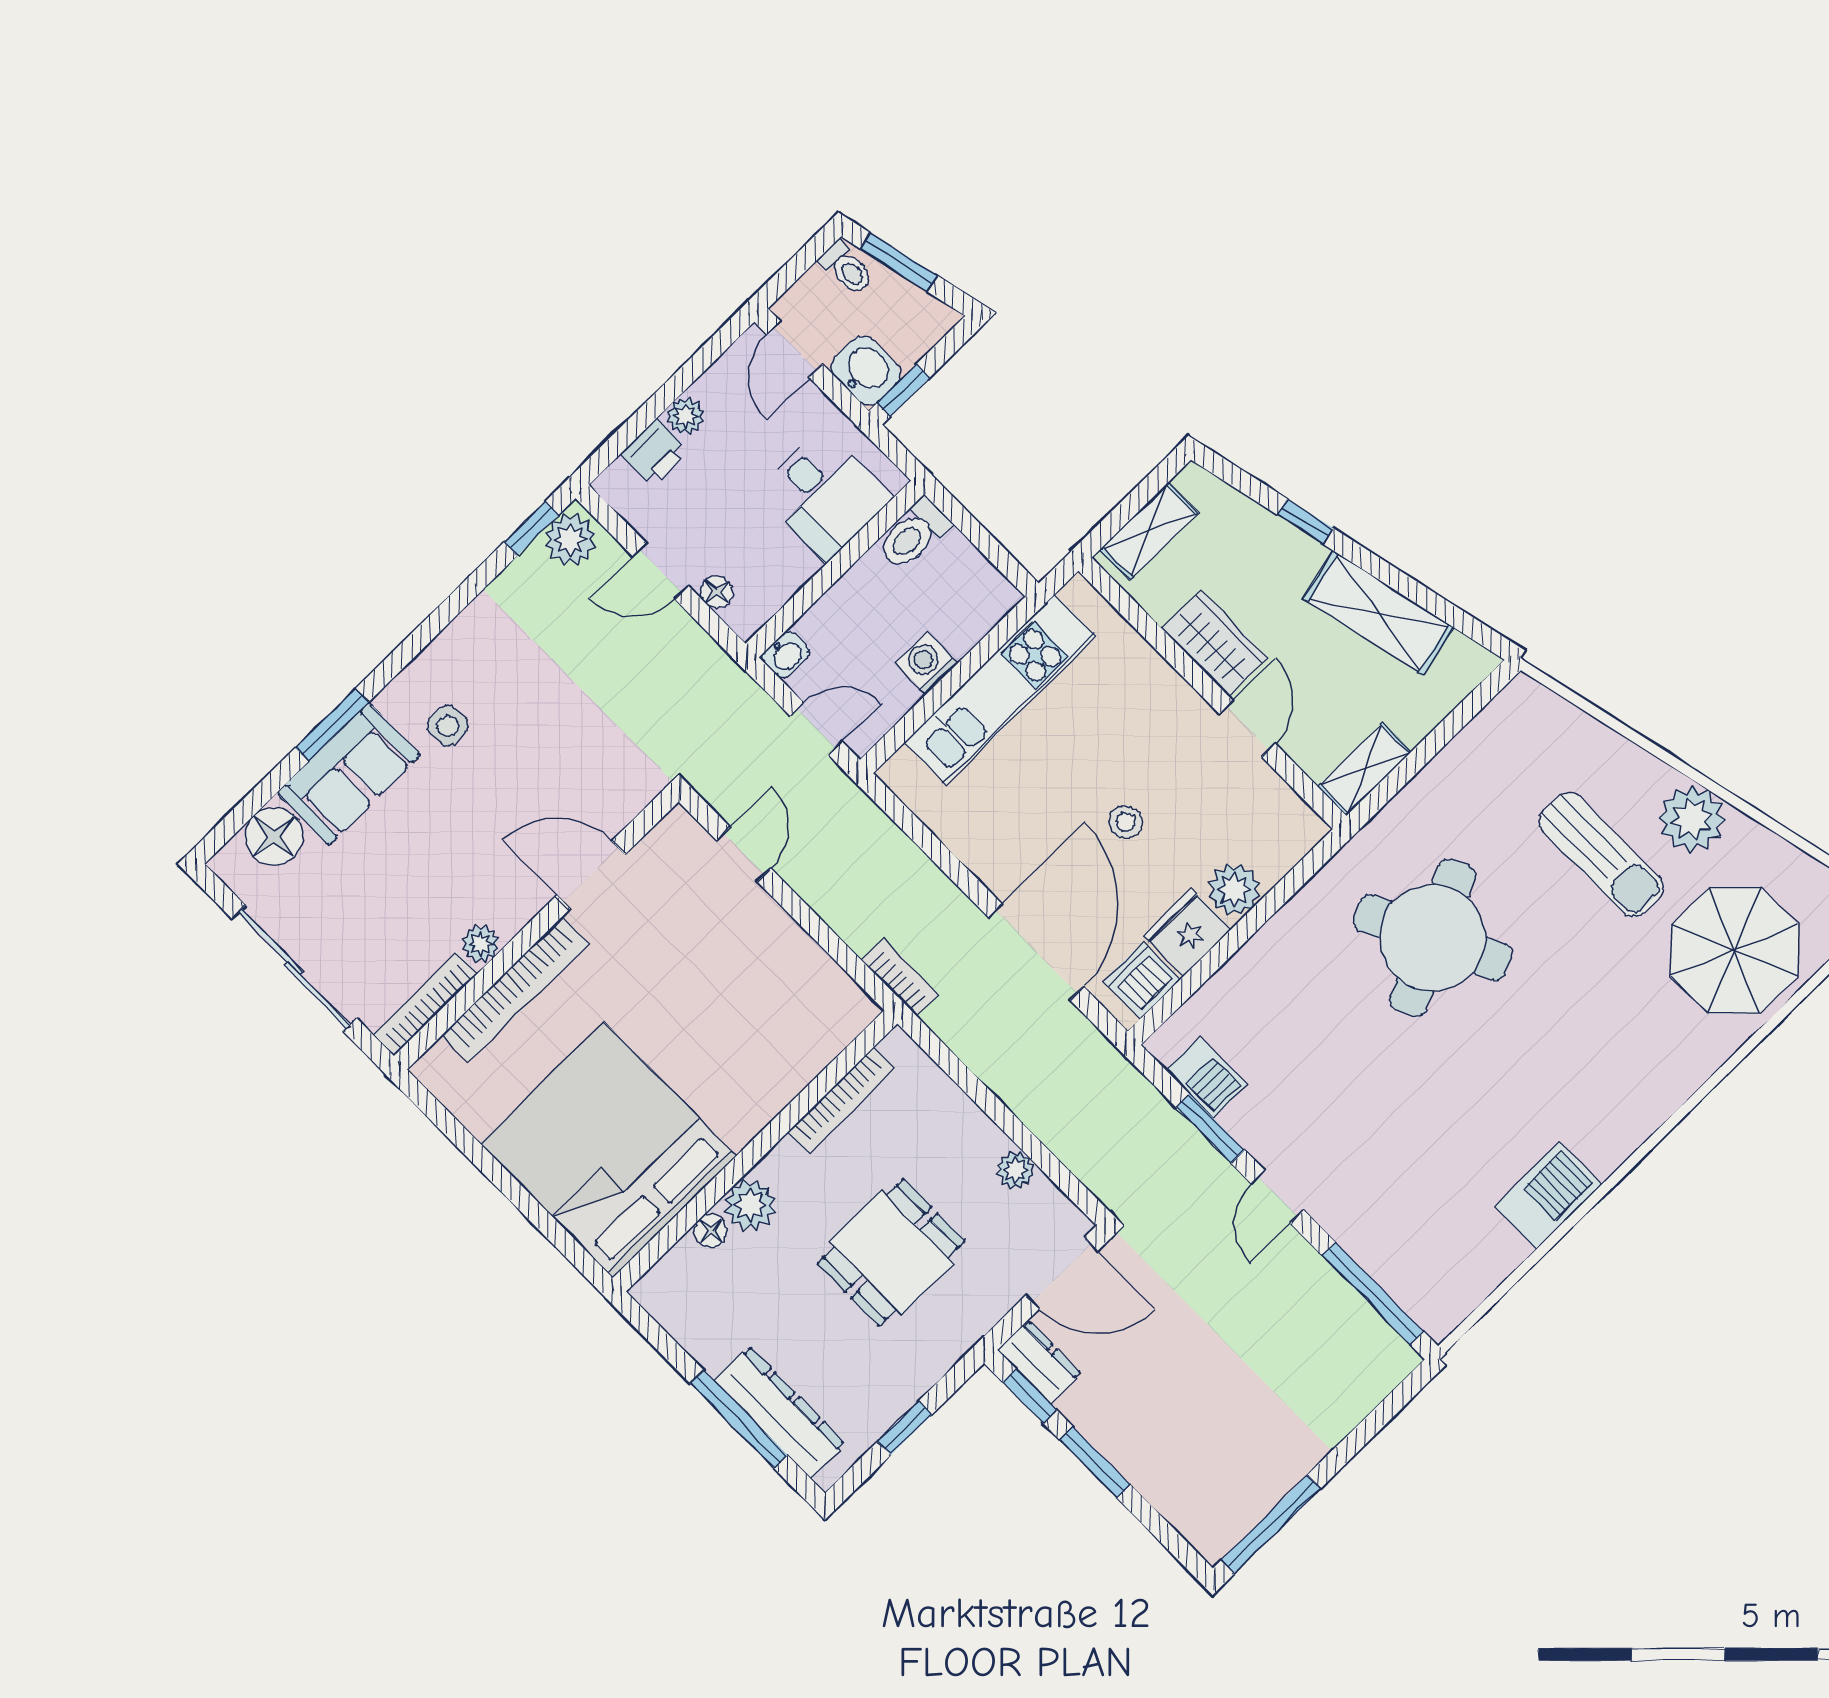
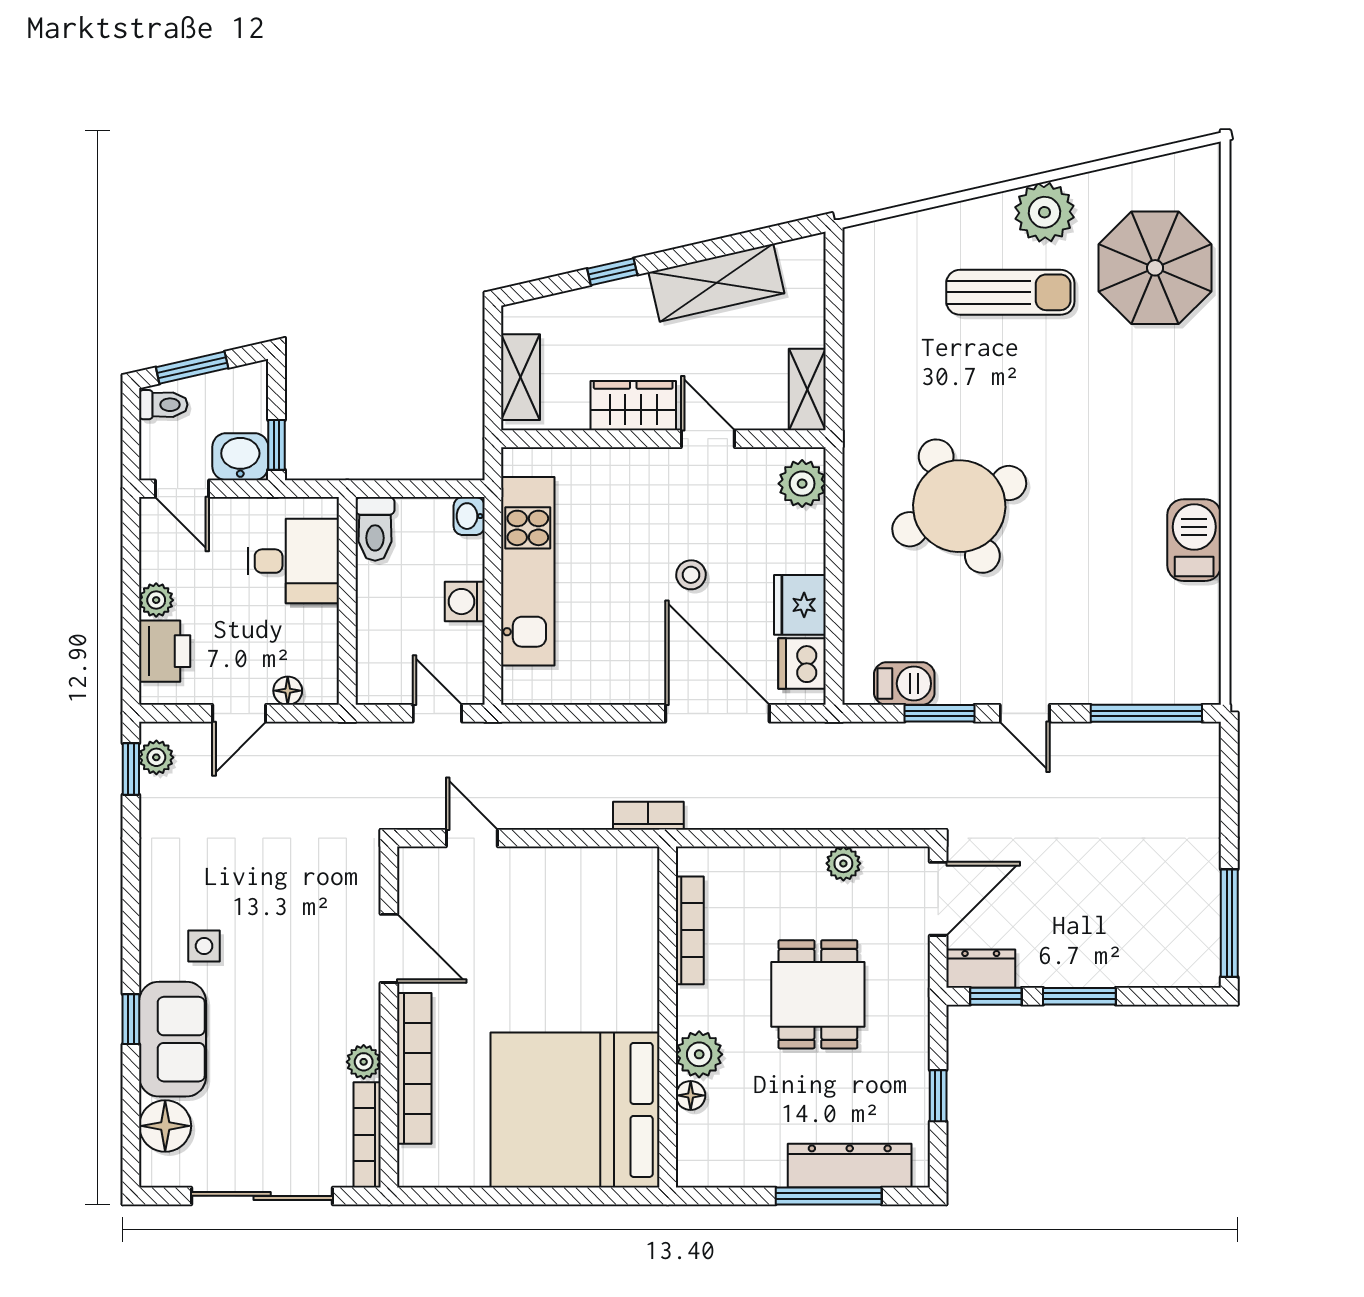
printer: (654, 453) -> (165, 651), width x1.36, depth x1.24
plant: (570, 540) -> (156, 757), width x0.73, depth x0.73
washbasin: (786, 655) -> (469, 516), moved, turned 180
window: (332, 725) -> (131, 1019), width x0.67
door: (816, 729) -> (437, 713), hinge flipped
door: (591, 875) -> (389, 948), swing flipped
plant: (1234, 889) -> (802, 484), moved
round table: (1433, 938) -> (959, 506), moved

